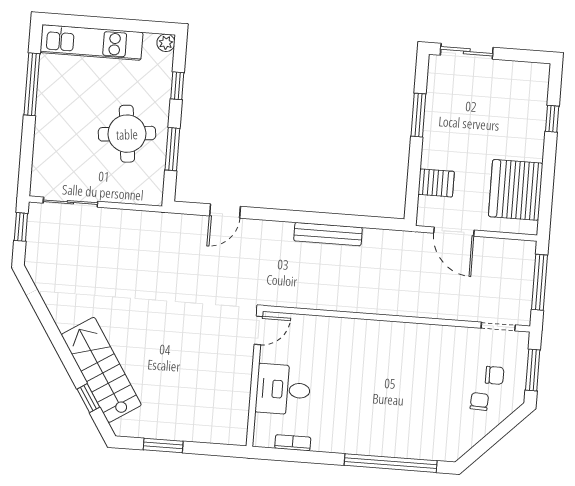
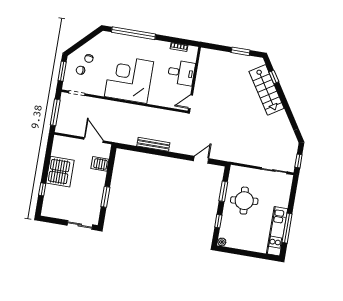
kitchen unit: (92, 42) -> (277, 231), moved, turned -90
server rack: (516, 190) -> (60, 172), moved
corner desk: (391, 366) -> (129, 79), added

